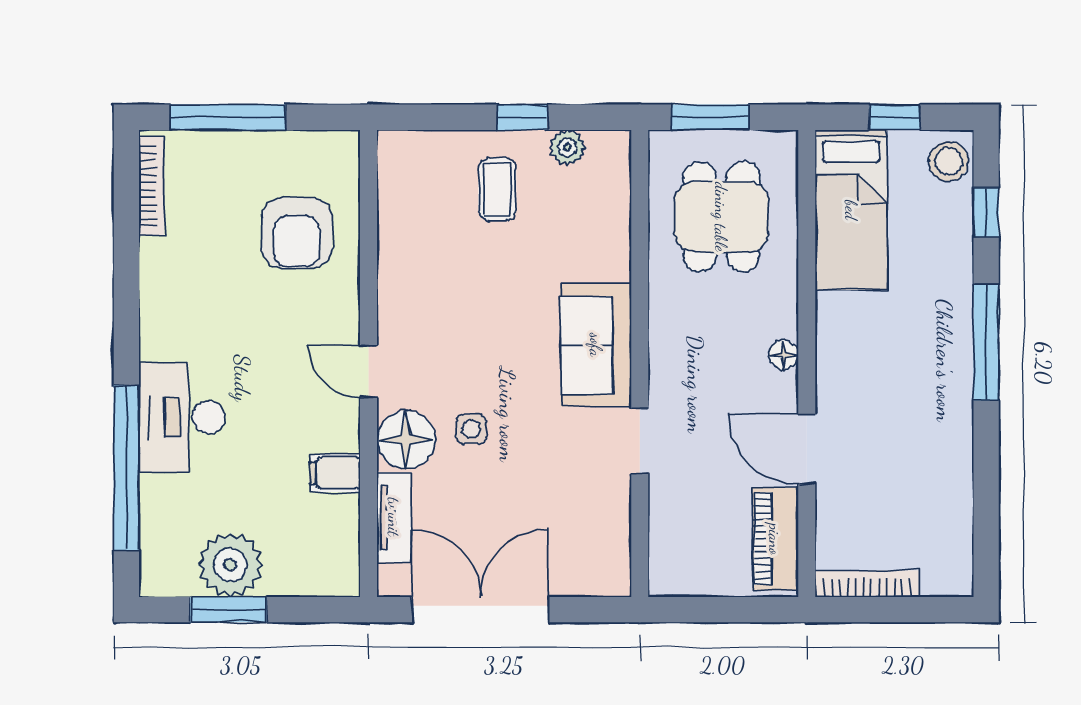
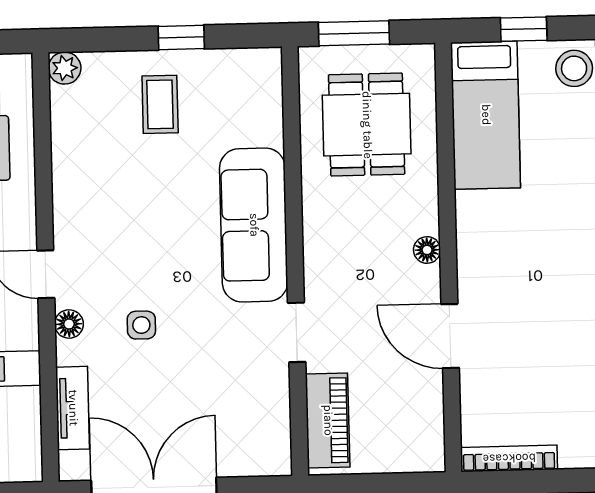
plant: (567, 147) -> (65, 68), moved
sofa: (596, 345) -> (254, 225), width x1.36
floor lamp: (406, 440) -> (69, 324), width x0.53, depth x0.53
piano: (775, 539) -> (328, 420), moved, turned 180

